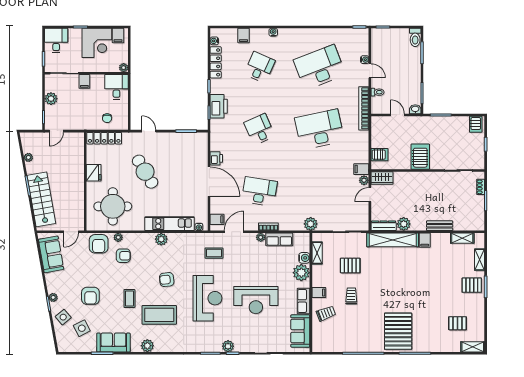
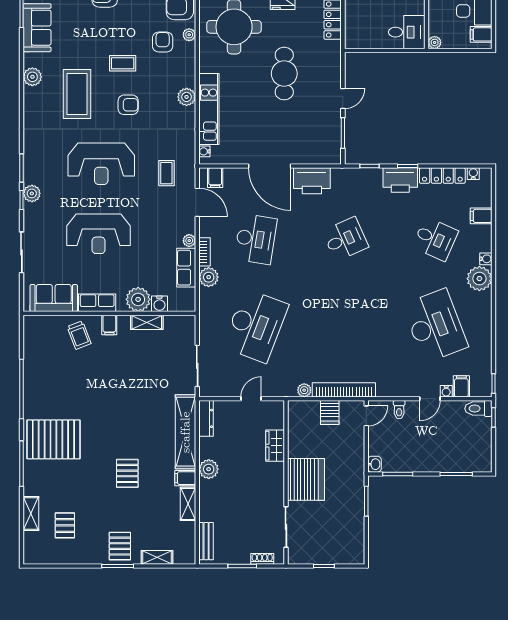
plant: (287, 37) -> (479, 279), added
toilet: (415, 37) -> (478, 409), moved
printer: (219, 106) -> (400, 180), moved
bookcase: (364, 108) -> (344, 390), moved
door: (397, 115) -> (366, 416), moved
chair: (107, 118) -> (362, 19), removed
server rack: (476, 124) -> (353, 552), removed
desk: (319, 129) -> (256, 326), moved, turned 33
door: (149, 131) -> (343, 99), moved
server rack: (379, 155) -> (330, 413), moved
server rack: (420, 157) -> (306, 479), width x1.60
printer: (216, 158) -> (312, 181), width x1.87, depth x1.48
filing cabinet: (361, 169) -> (461, 386), moved
cafe table: (145, 172) -> (284, 74), turned -59
wardrobe: (382, 178) -> (275, 446), moved
plant: (364, 180) -> (304, 390), moved
door: (209, 182) -> (270, 166), hinge flipped
door: (370, 195) -> (251, 399), hinge flipped
plant: (311, 224) -> (209, 277), moved
plant: (404, 224) -> (209, 469), moved
bench: (440, 226) -> (206, 541), moved
shelving: (462, 238) -> (188, 504), moved
shelving: (317, 253) -> (147, 322), moved
armchair: (123, 256) -> (163, 42), turned 180
pallet: (350, 265) -> (127, 473), moved
armchair: (167, 280) -> (128, 105), turned 96
trolley: (351, 296) -> (104, 372), removed
coffee table: (129, 299) -> (123, 63), moved
reception desk: (256, 300) -> (99, 234), turned -90
shelving: (473, 347) -> (31, 513), moved

